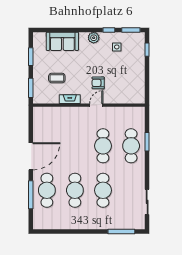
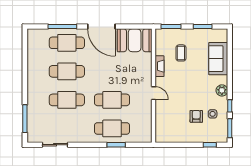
armchair: (98, 83) -> (196, 116), moved
booth: (44, 124) -> (135, 40), added

